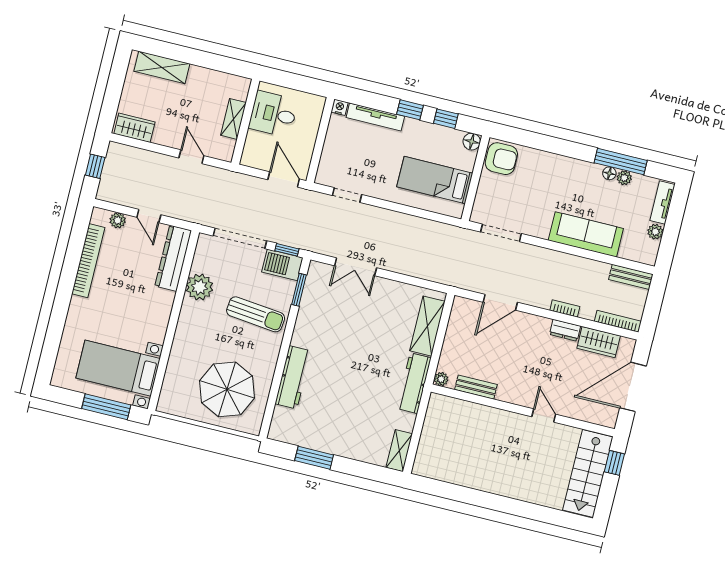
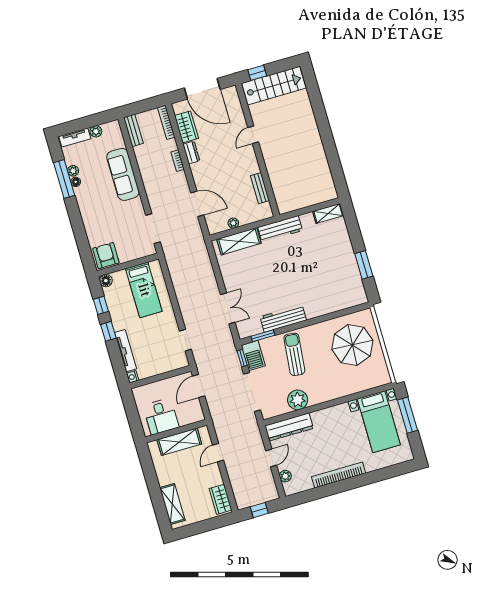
shelving: (233, 119) -> (179, 442), width x1.50, depth x1.33
bookcase: (88, 261) -> (339, 475), moved
workbench: (293, 377) -> (283, 318), moved
plant: (441, 379) -> (233, 223), moved

